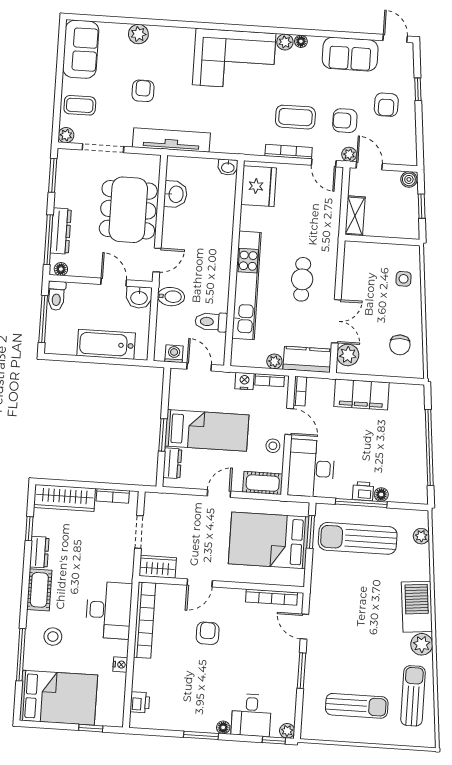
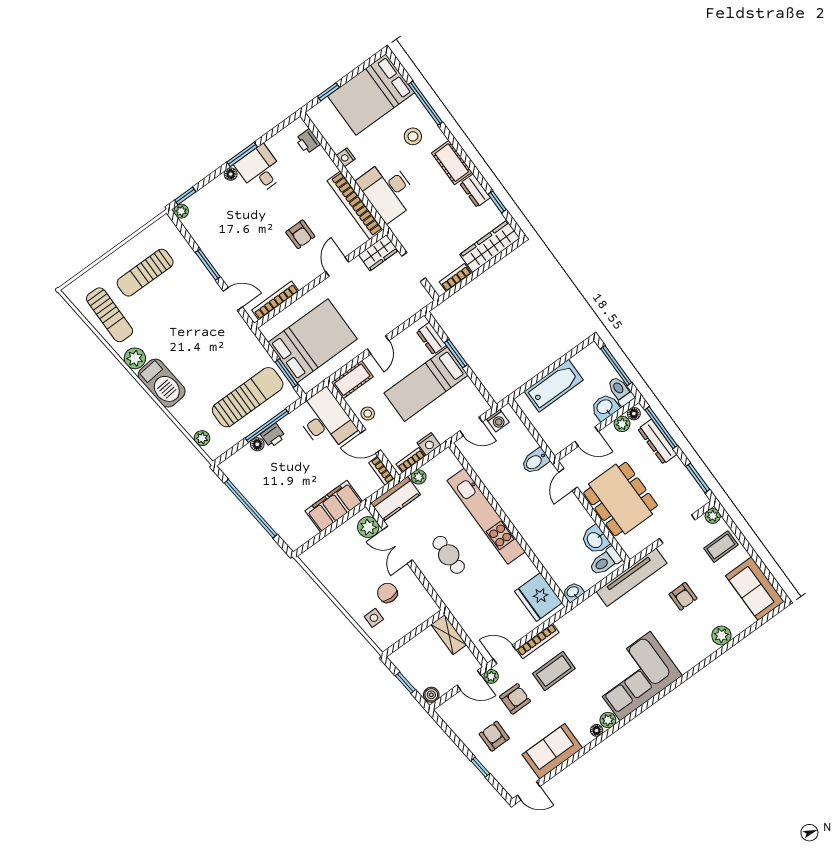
plant: (77, 269) -> (622, 424), added
washbasin: (139, 297) -> (605, 407), moved
toilet: (211, 322) -> (605, 561), moved, turned 180
chair: (400, 345) -> (387, 593), moved
desk: (251, 715) -> (260, 170), moved

